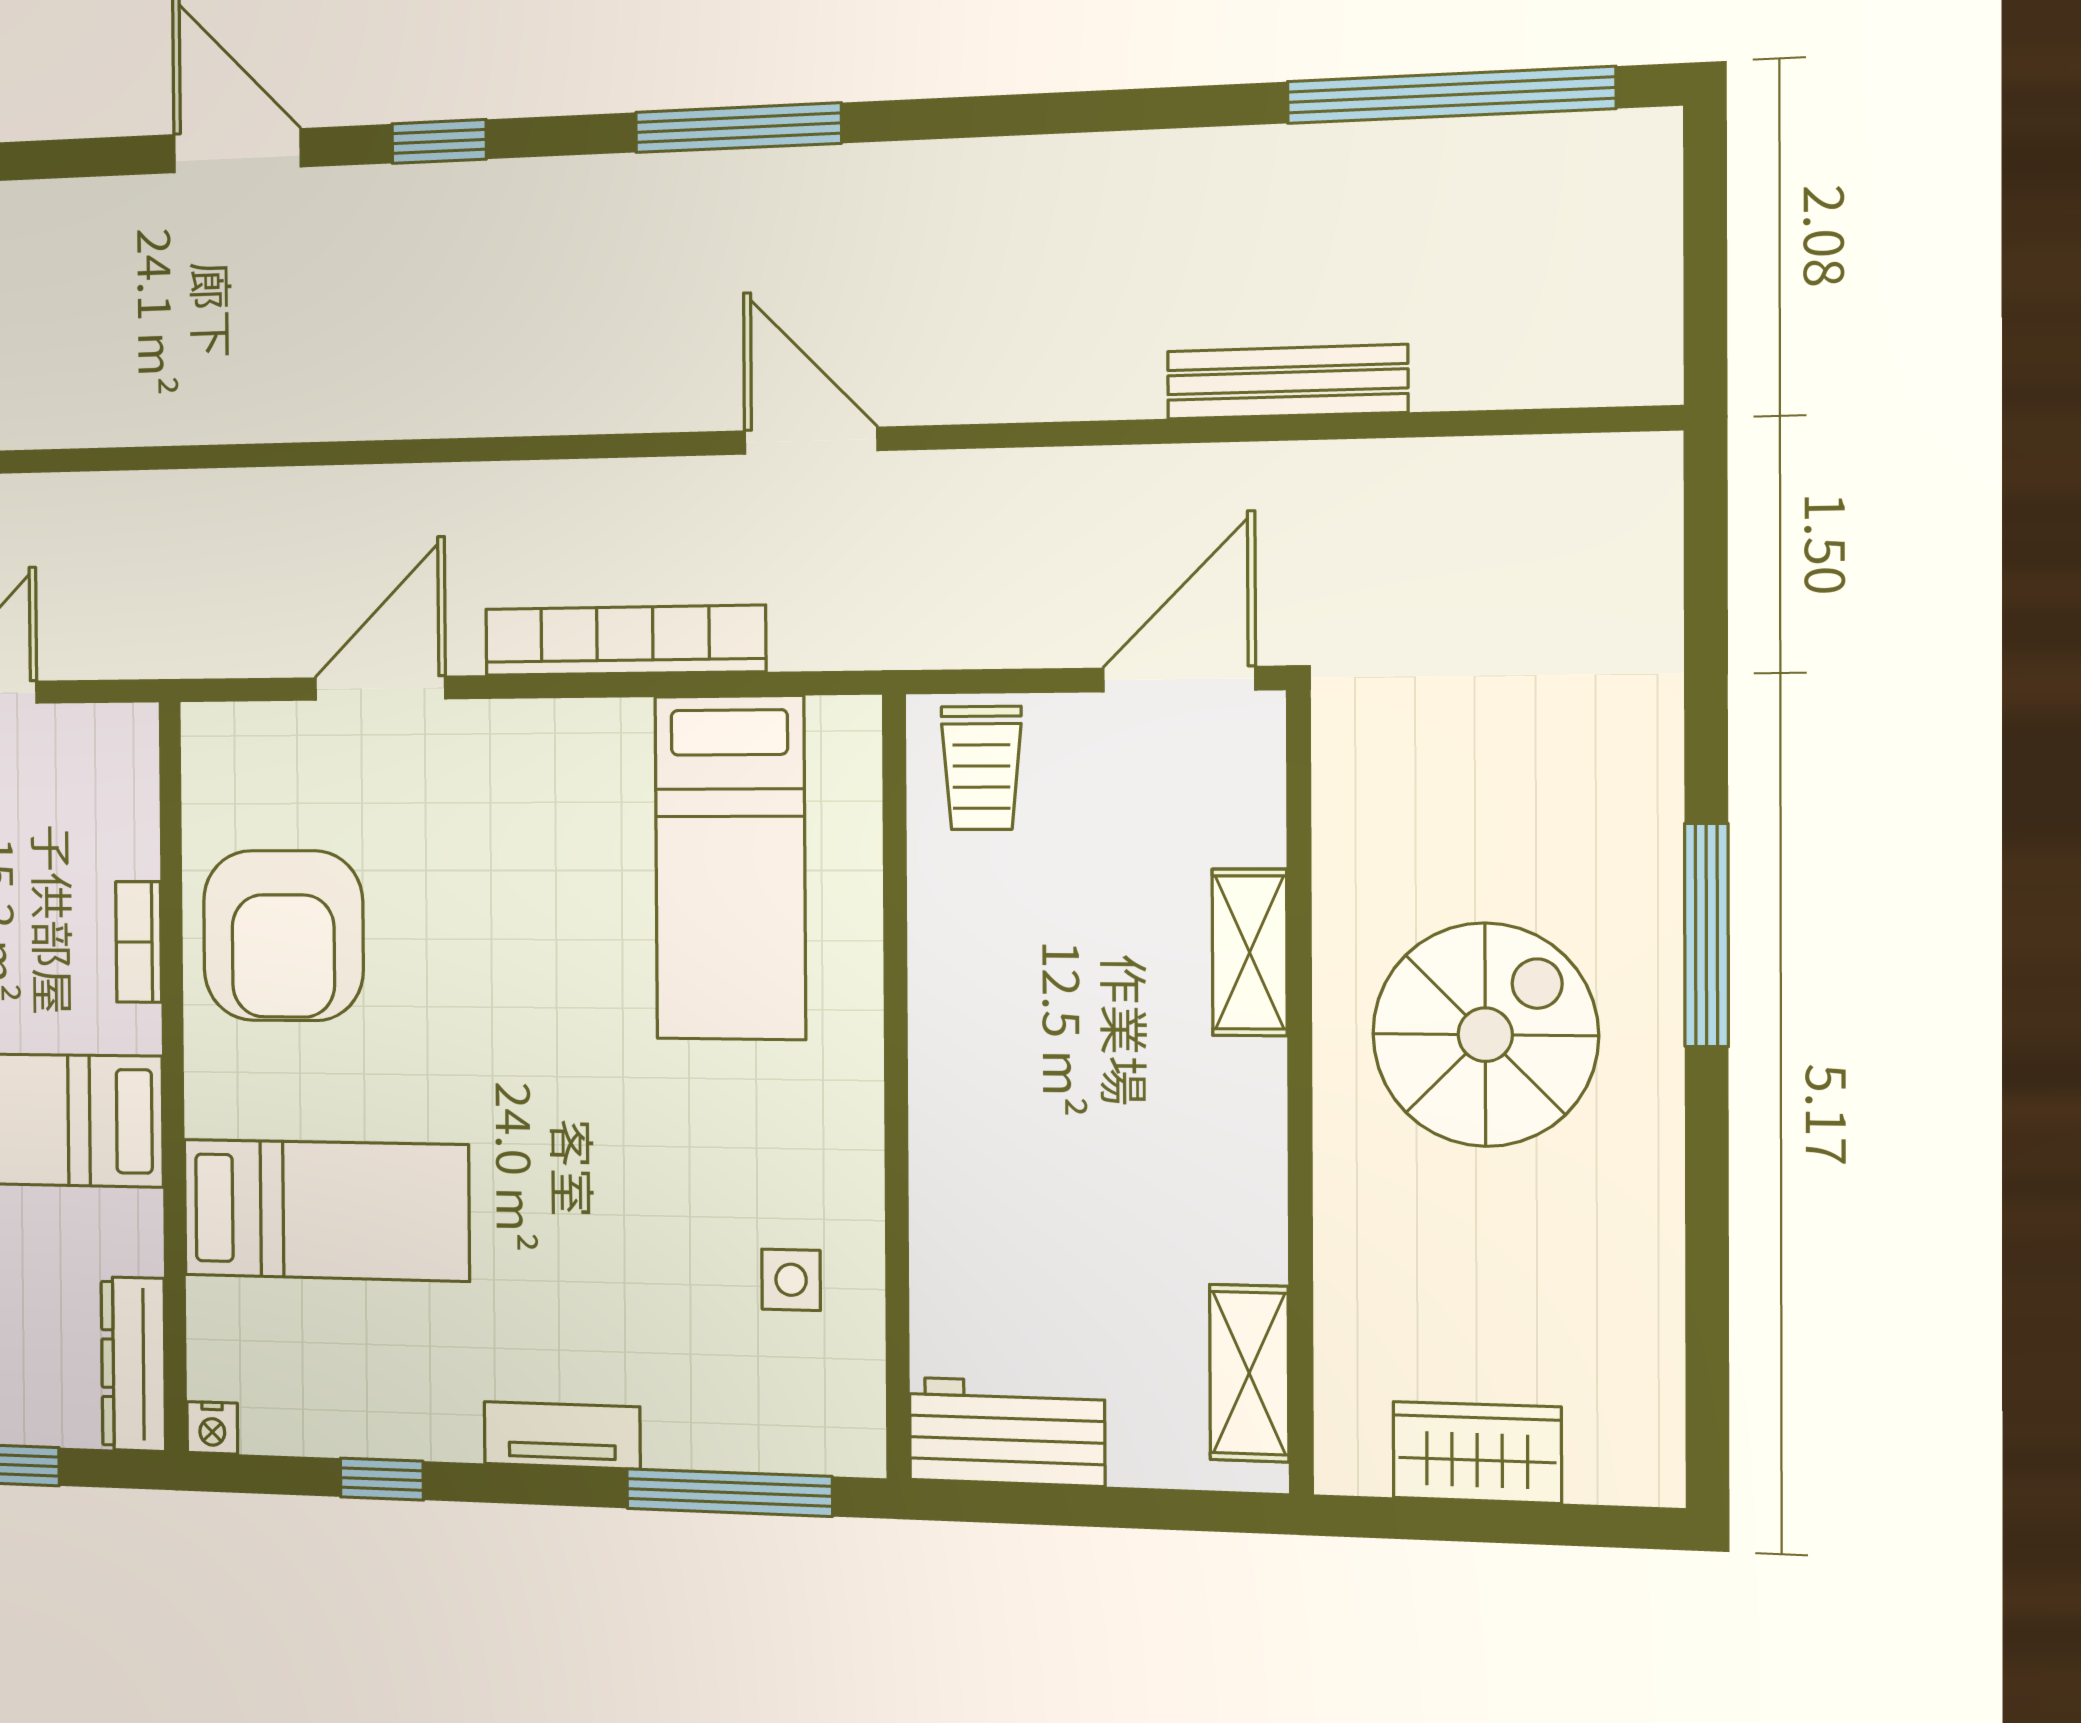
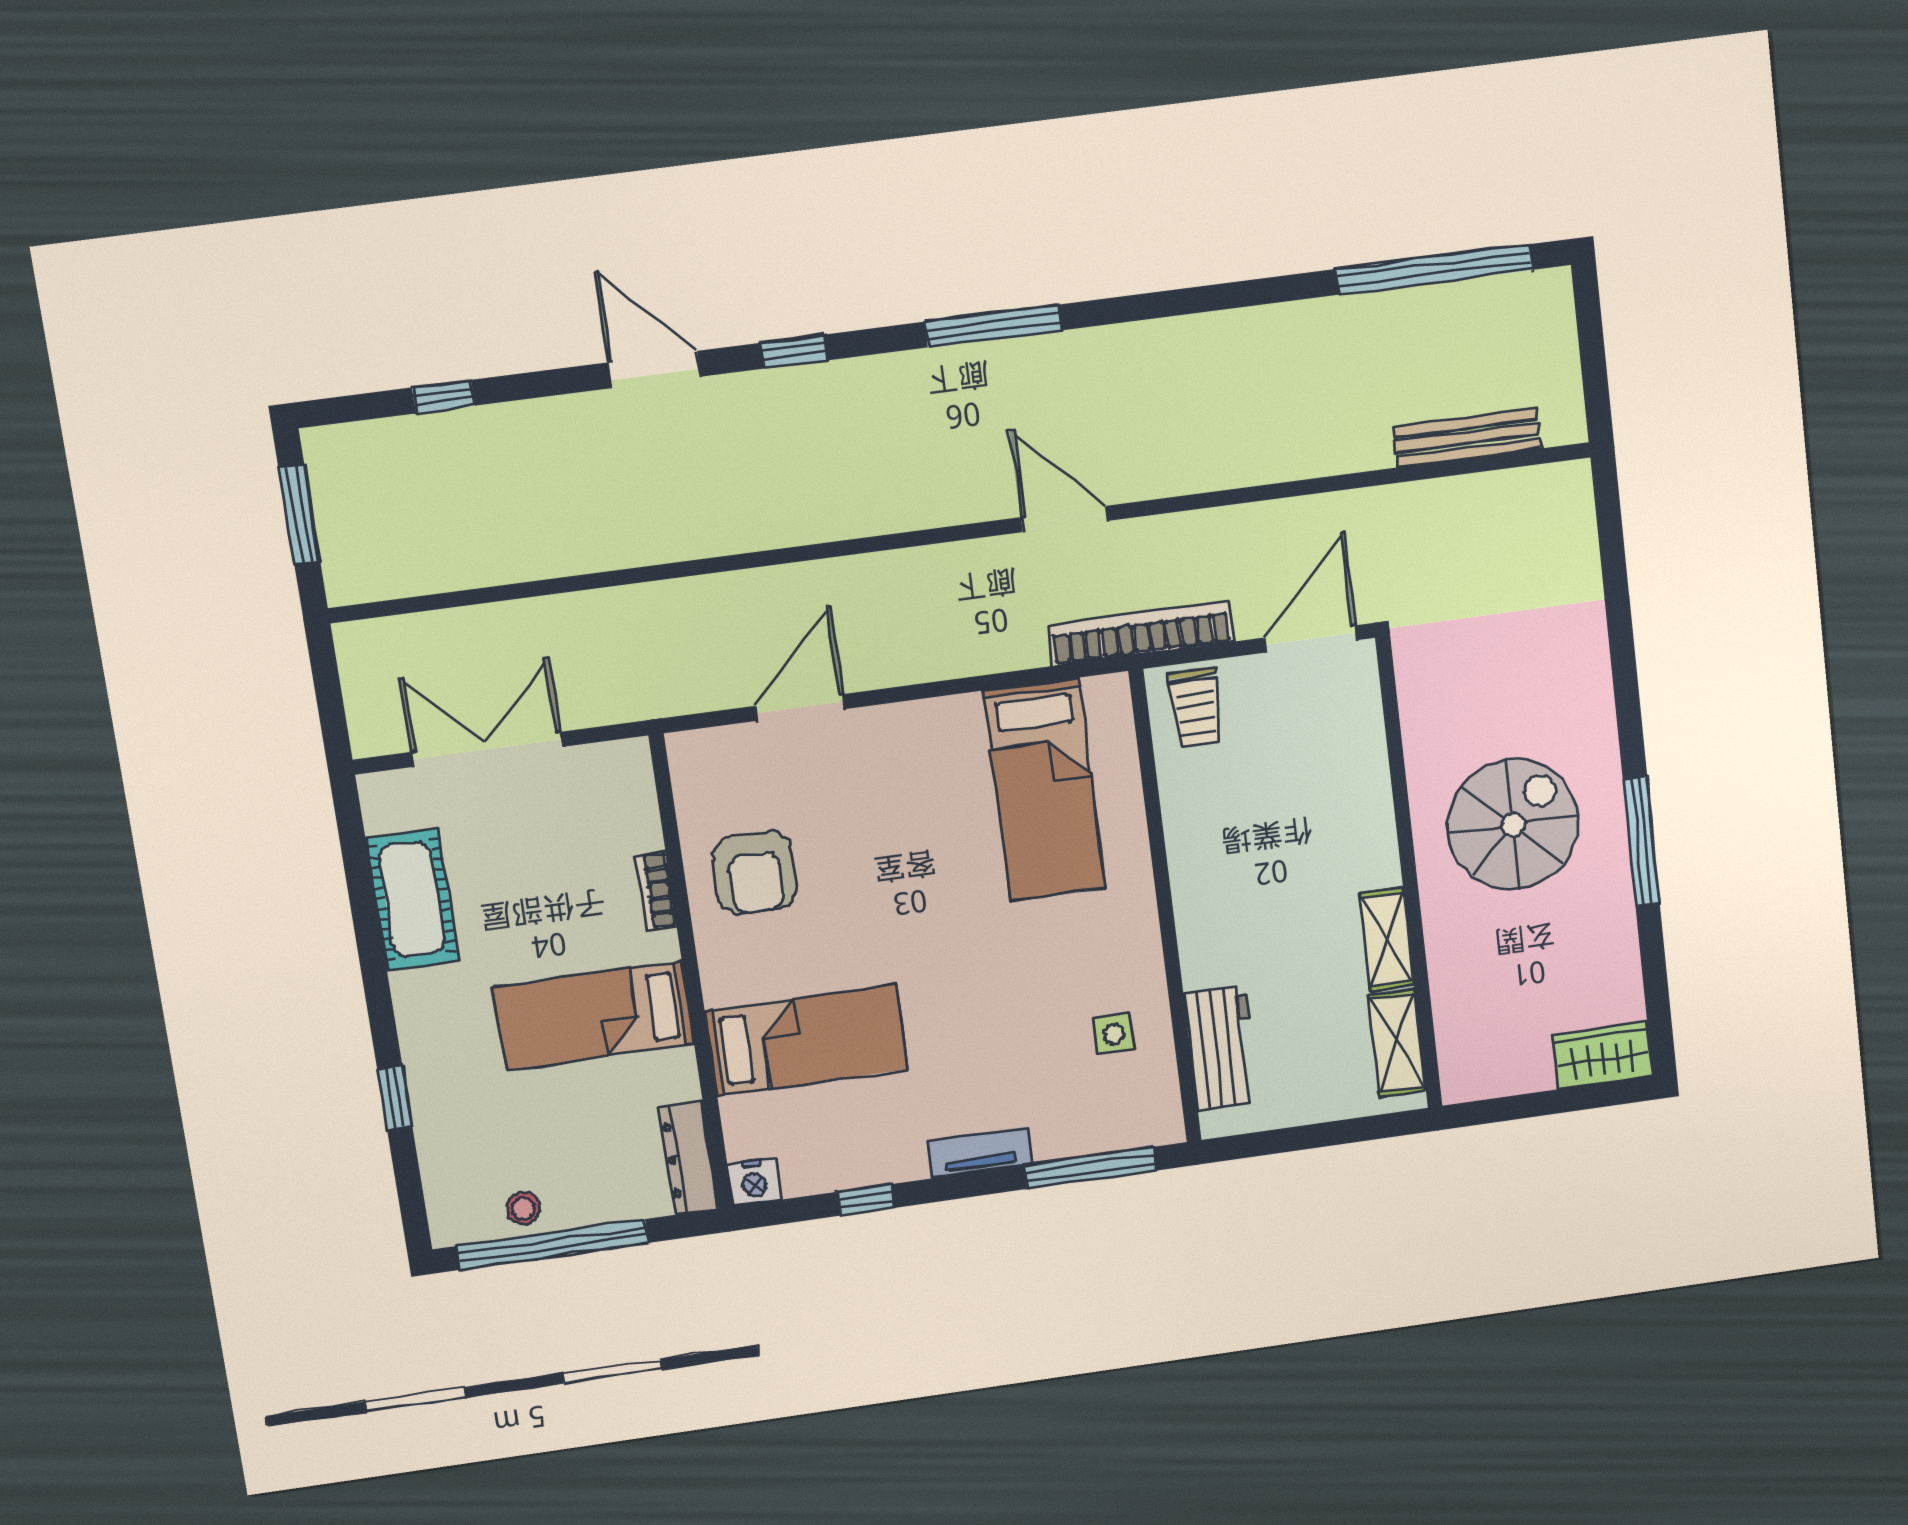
bench: (1287, 382) -> (1467, 438), moved
bookcase: (625, 640) -> (1141, 633), moved
window: (1706, 935) -> (1641, 842), moved
armchair: (283, 936) -> (755, 873), width x0.73, depth x0.73
shelving: (1250, 952) -> (1387, 939), moved
nightstand: (212, 1428) -> (754, 1182), width x1.39, depth x1.35
workbench: (1007, 1432) -> (1221, 1047), moved, turned 90
wardrobe: (1477, 1452) -> (1602, 1055), moved

